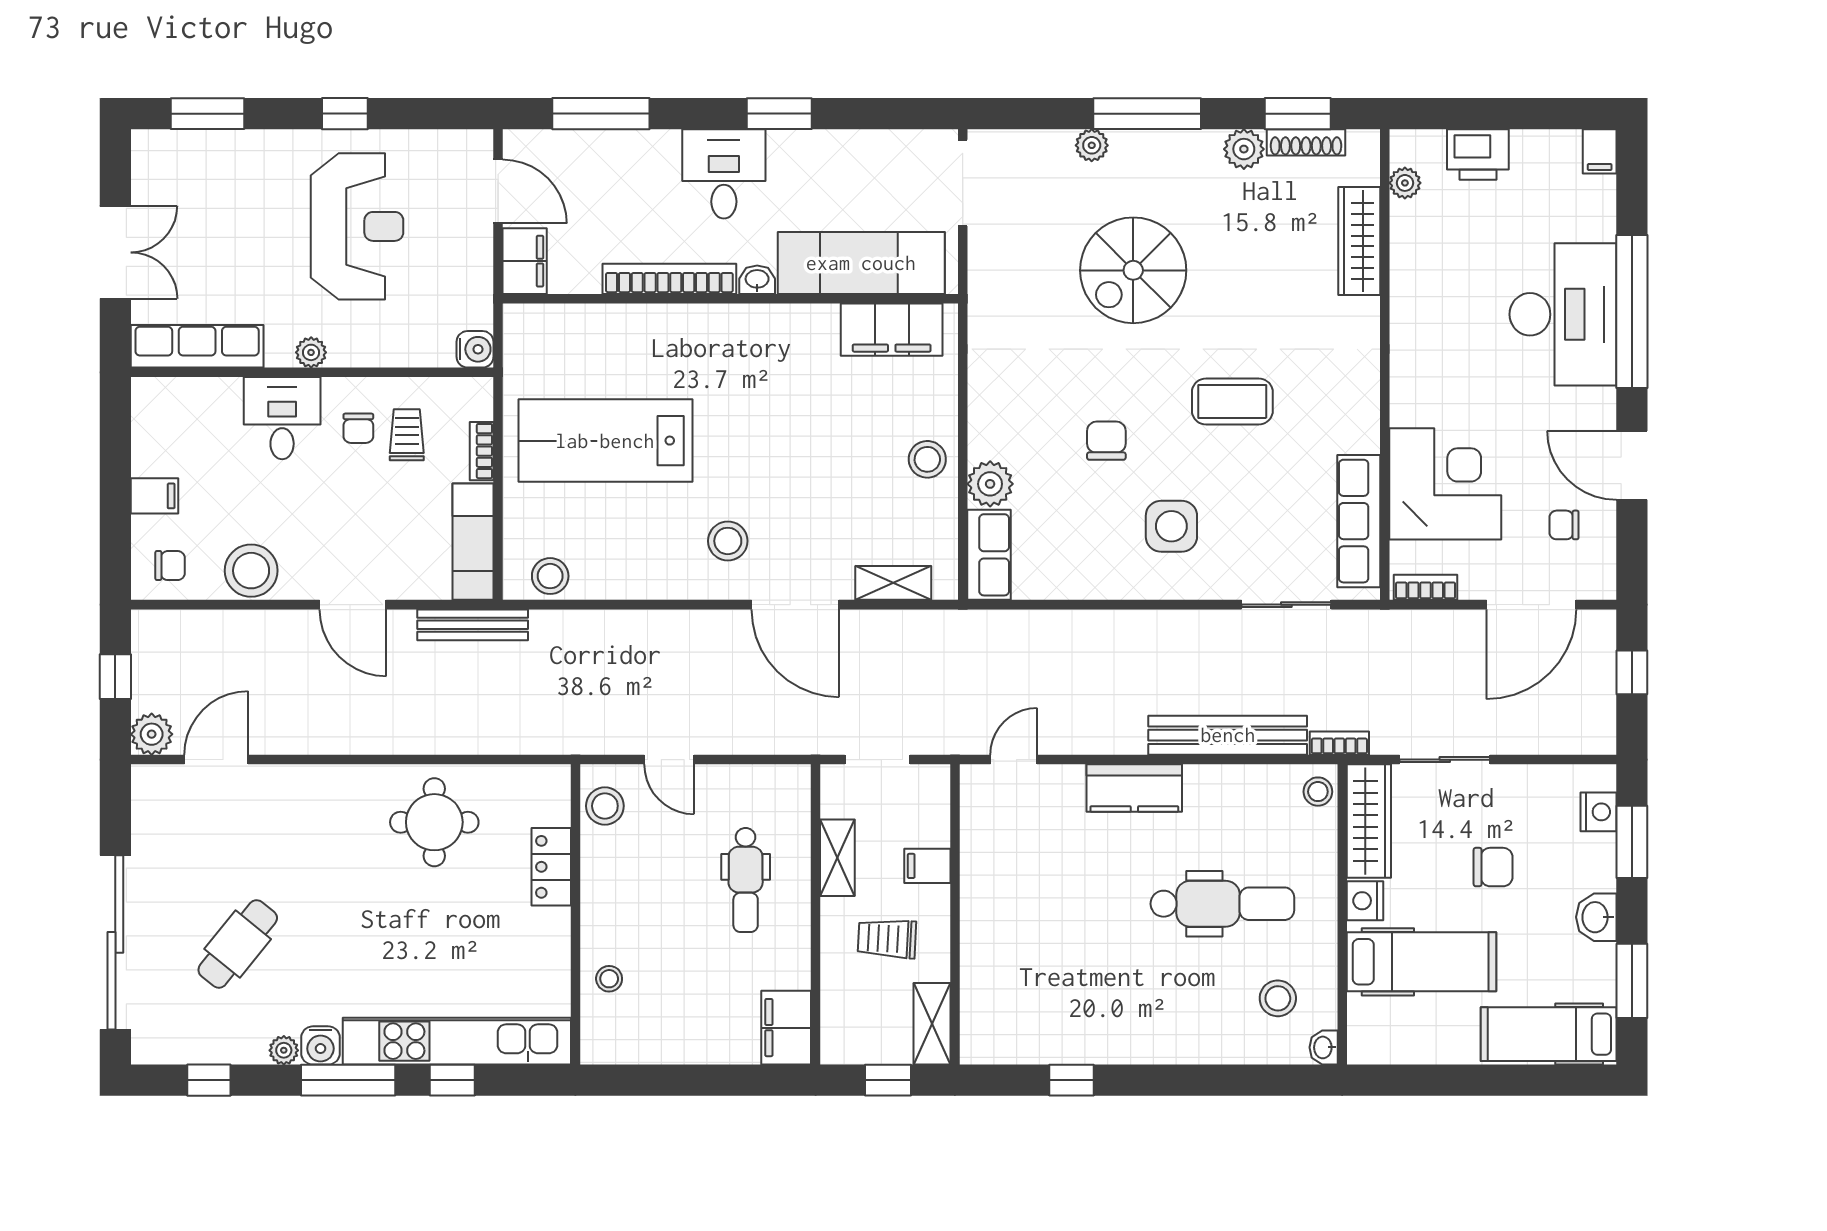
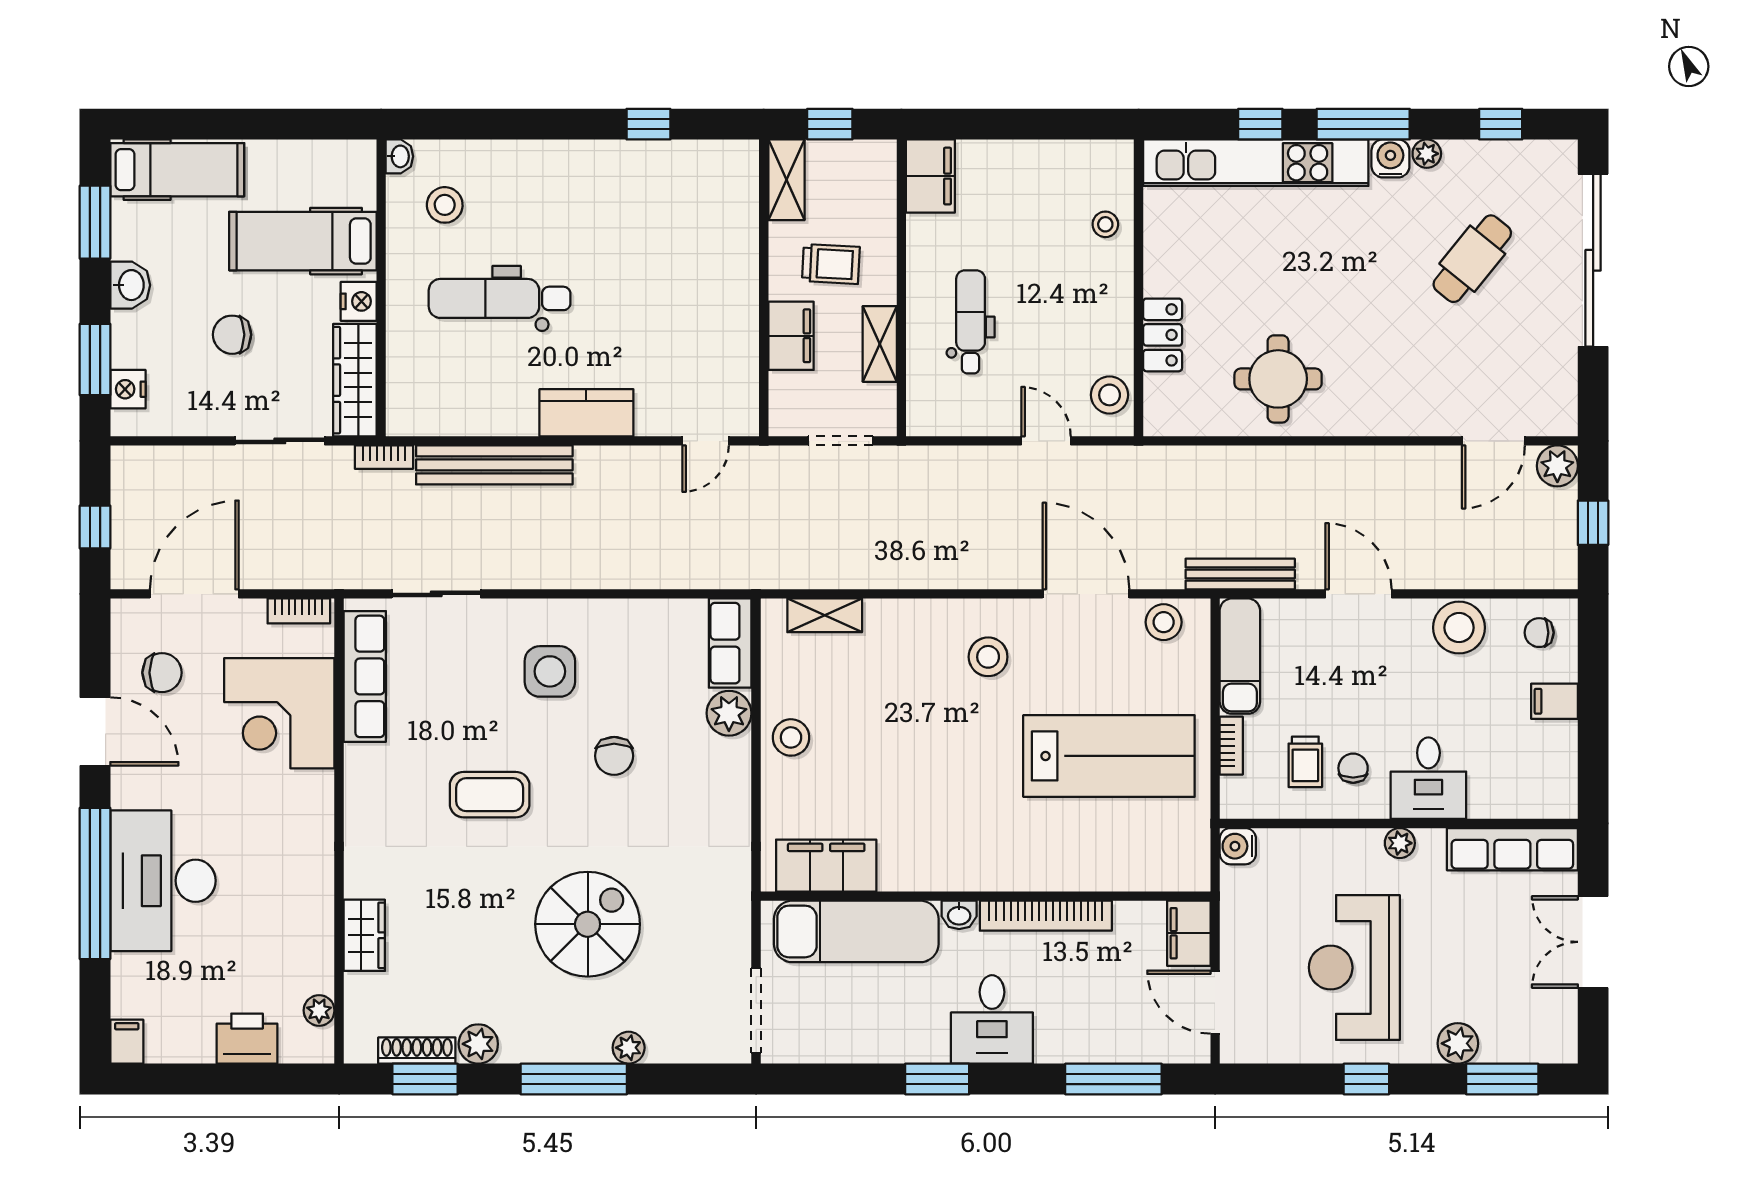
plant: (252, 150) -> (1458, 1043), added
wardrobe: (1359, 241) -> (364, 935), width x0.67
chair: (1564, 525) -> (162, 673), width x1.37, depth x1.37
door: (795, 605) -> (1086, 594), moved
stool: (1318, 792) -> (405, 409), removed
filing cabinet: (927, 866) -> (791, 336), width x2.00

